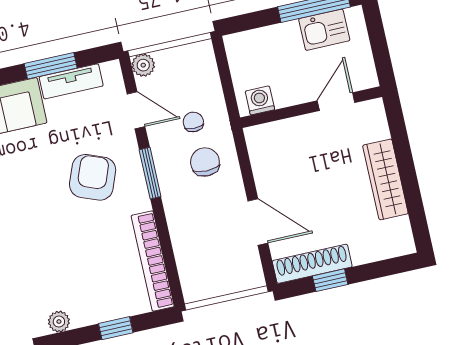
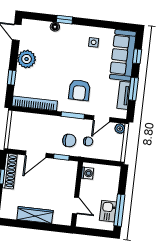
window: (246, 167) -> (61, 157), added
armchair: (93, 177) -> (79, 90), turned 69
plant: (59, 322) -> (27, 59), width x1.87, depth x1.87

